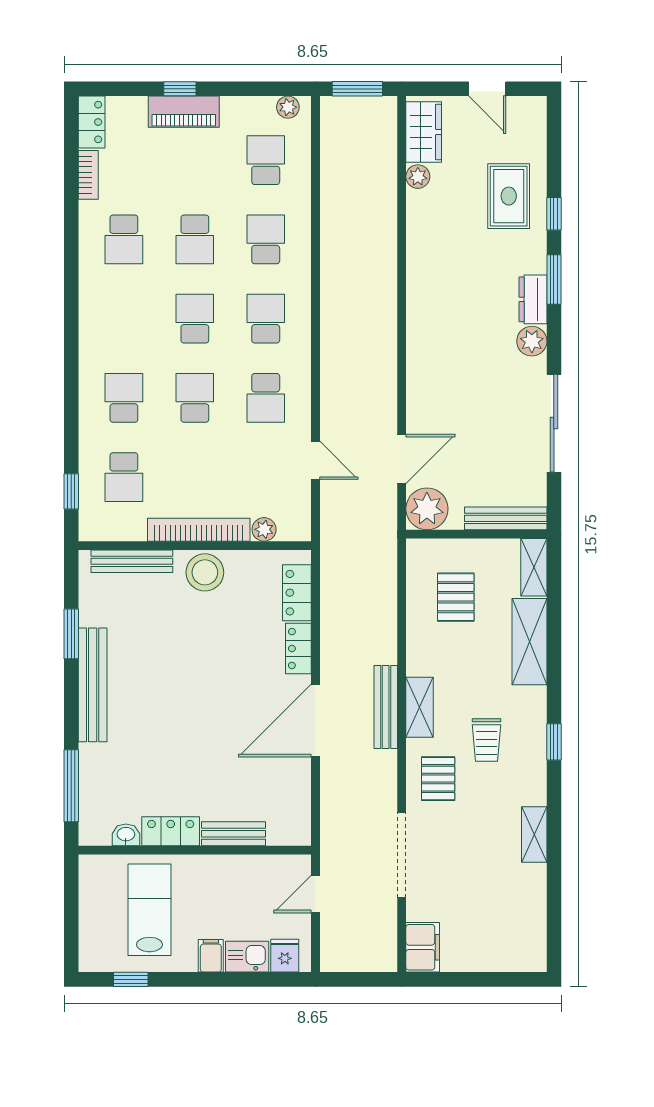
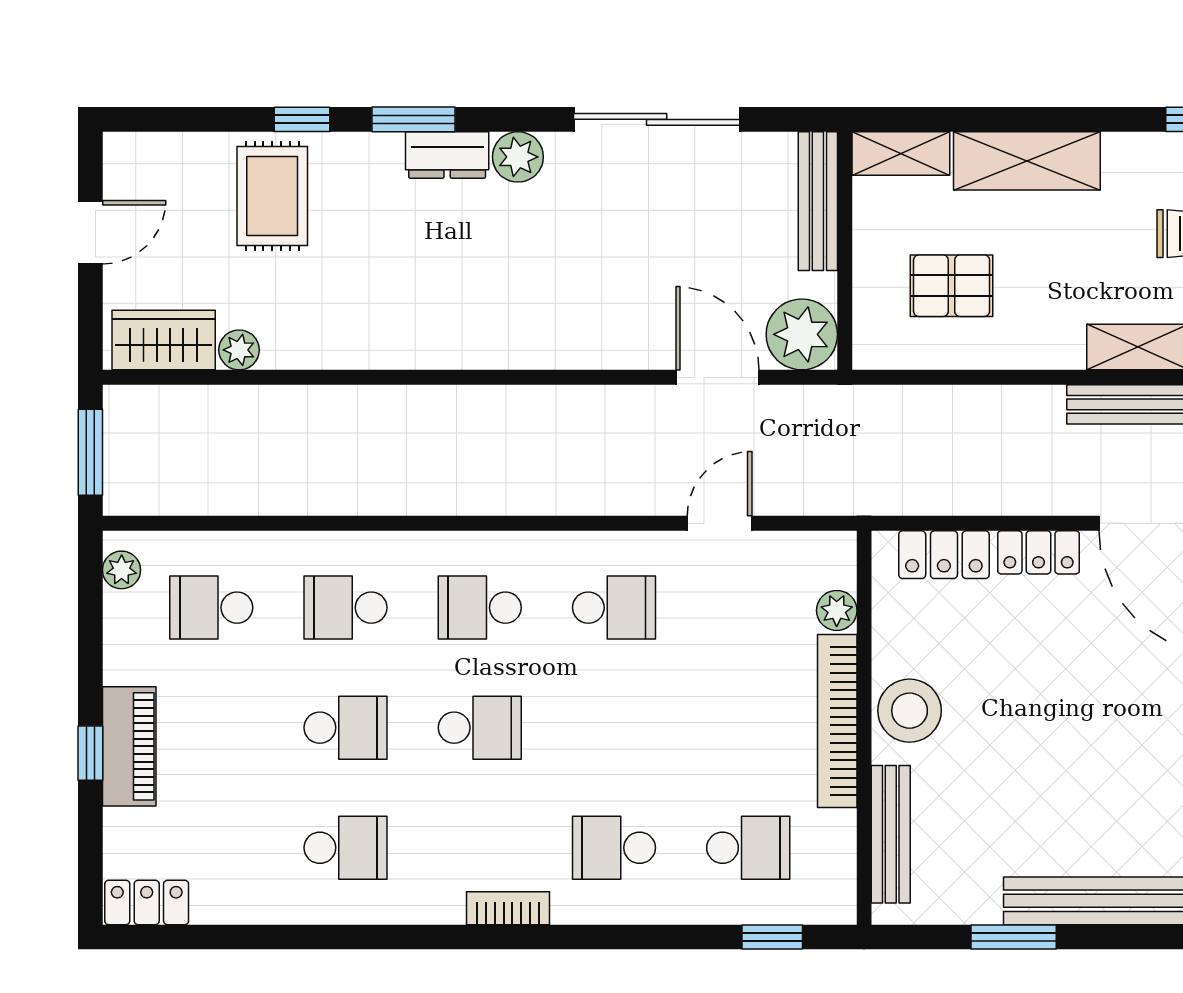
bookcase: (88, 175) -> (508, 908), moved
rug: (509, 196) -> (272, 196), turned 90
school desk: (195, 319) -> (480, 728), turned 180
school desk: (195, 398) -> (614, 728), removed

